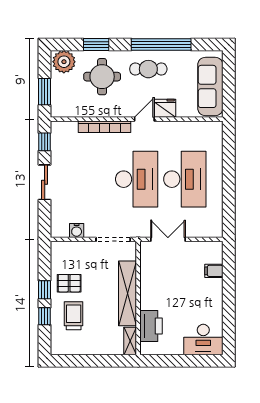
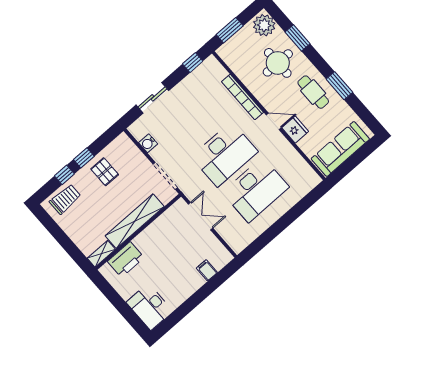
window: (161, 45) -> (339, 86), width x0.47
sliding door: (45, 182) -> (152, 98), moved
trolley: (74, 316) -> (65, 199), moved

